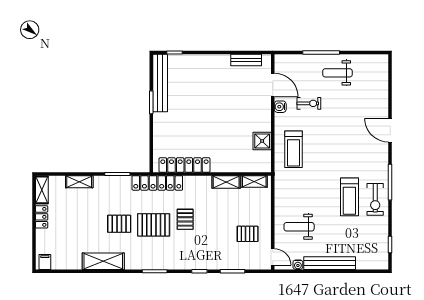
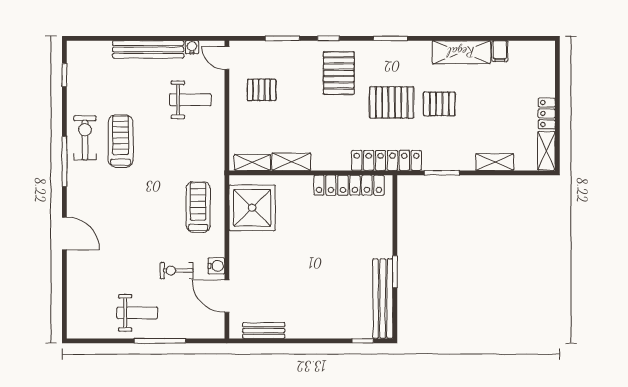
shower: (262, 141) -> (252, 208), width x1.86, depth x1.86
pallet: (185, 219) -> (339, 73), moved, width x1.50, depth x1.42
filing cabinet: (45, 262) -> (500, 51), moved

